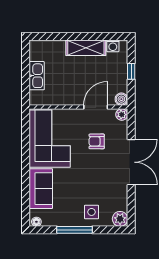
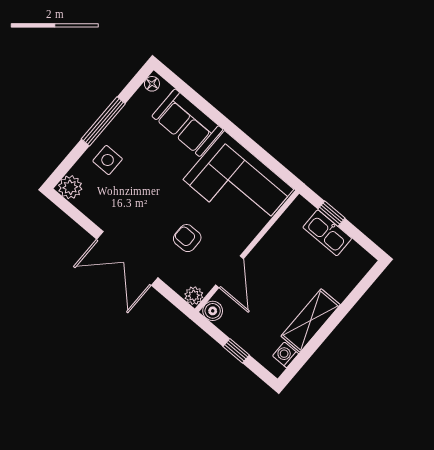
window: (26, 82) -> (331, 214), added
armchair: (97, 141) -> (187, 238), turned -90

